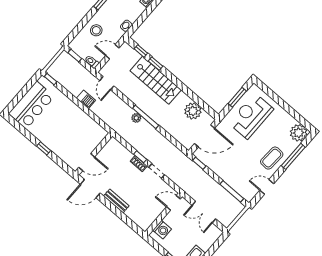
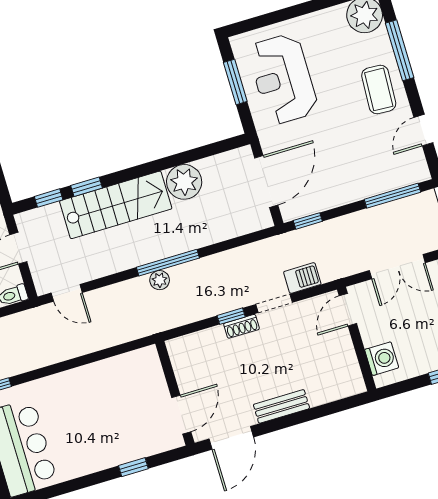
barbecue: (86, 99) -> (302, 278), moved
plant: (193, 111) -> (184, 182), moved
window: (44, 148) -> (133, 467), moved

